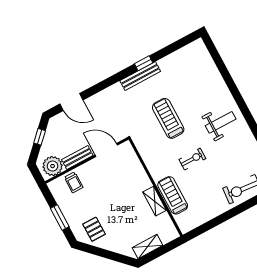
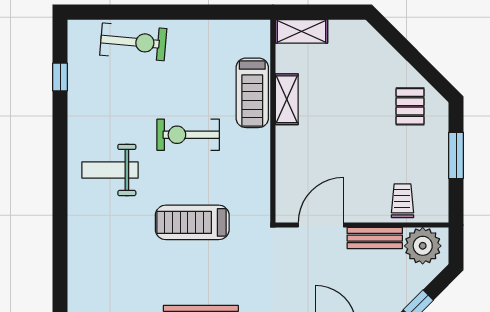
treadmill: (168, 118) -> (192, 222), turned 90
door: (106, 150) -> (321, 225), swing flipped
exercise bike: (192, 159) -> (188, 135), width x1.38, depth x1.39
shelving: (148, 246) -> (301, 31), moved

